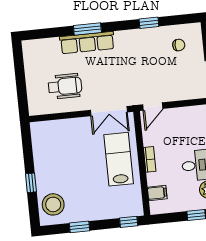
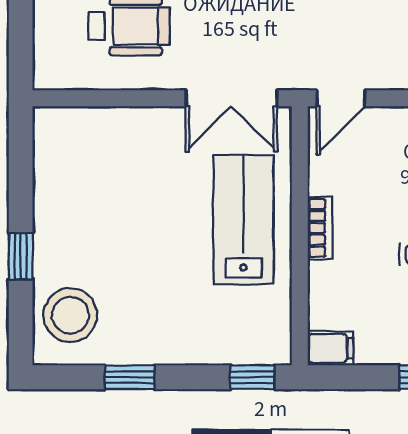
filing cabinet: (157, 193) -> (330, 348), moved

